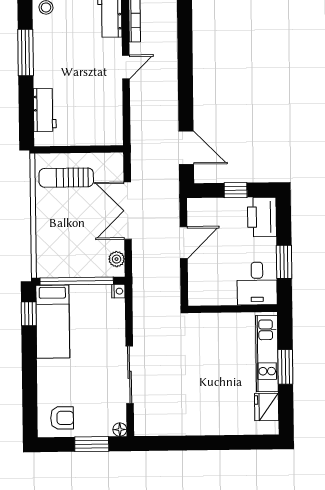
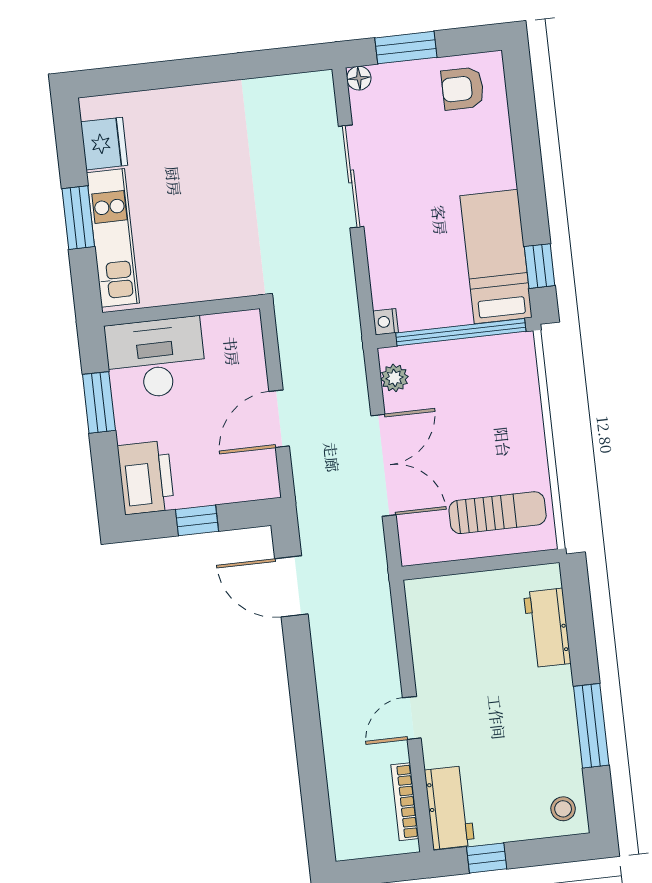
desk: (257, 283) -> (156, 358), width x1.37

